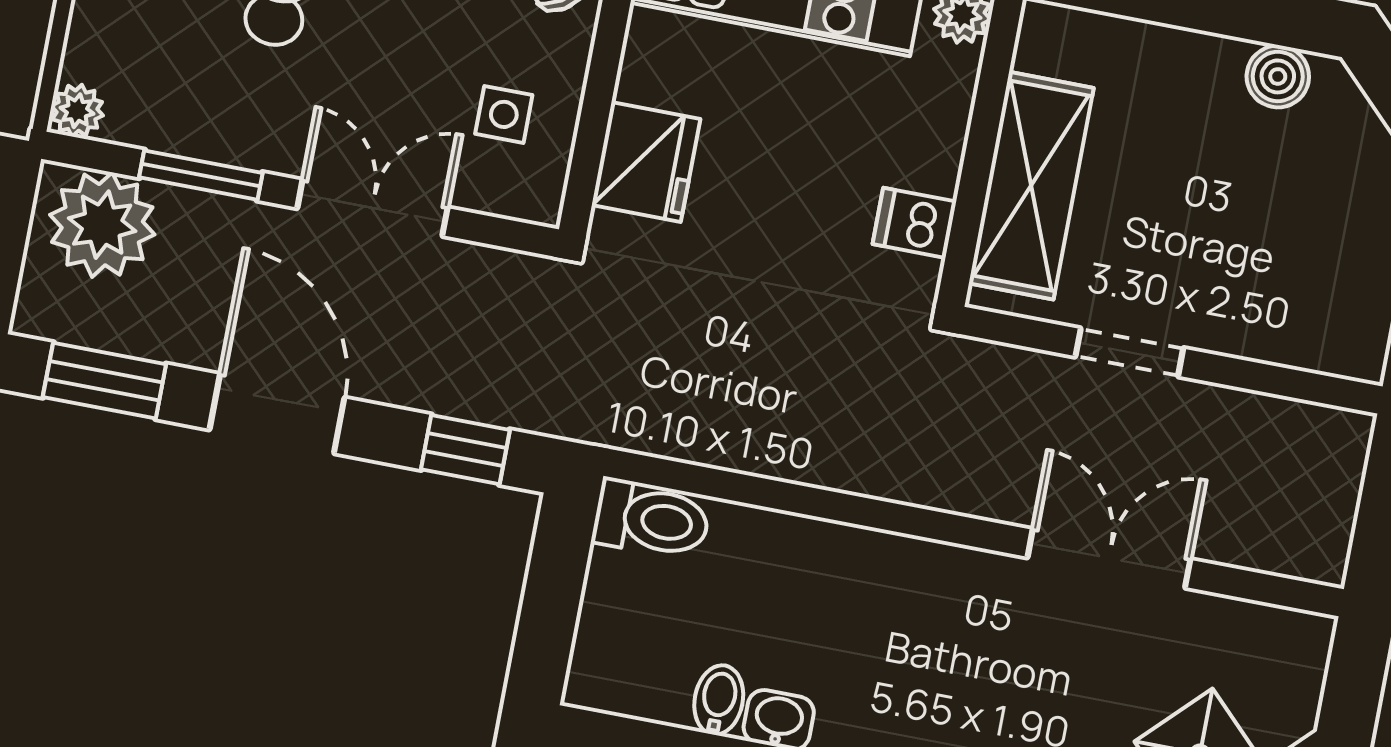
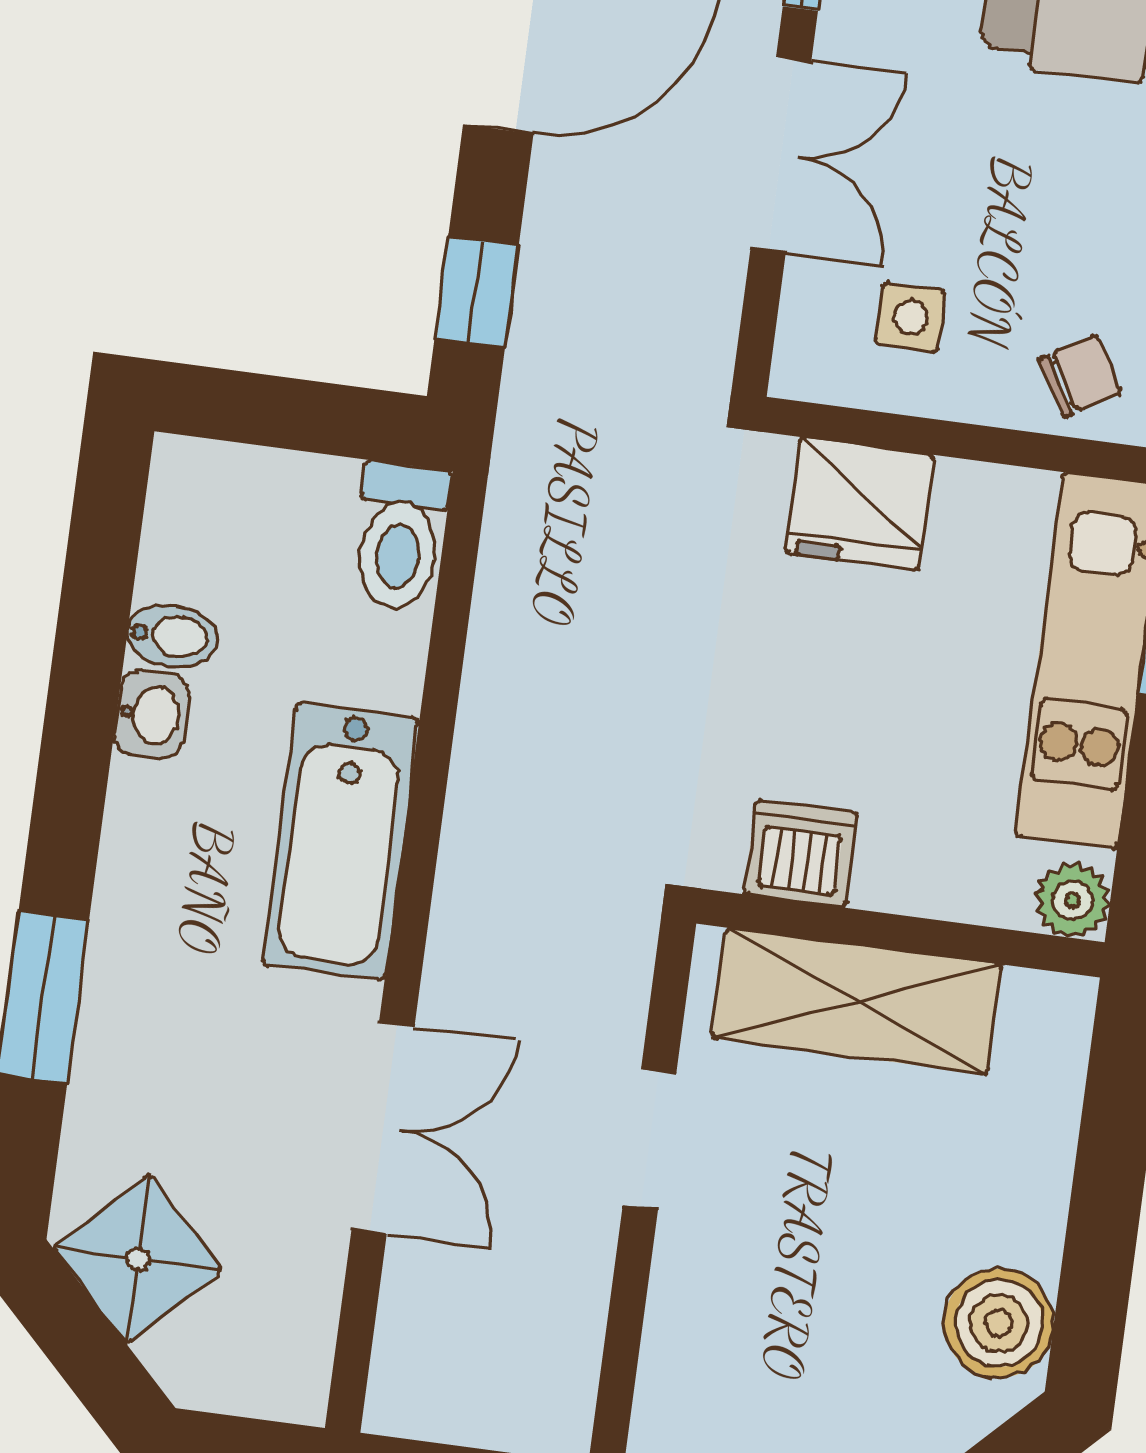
boiler: (1278, 76) -> (999, 1323), width x1.36, depth x1.36
dishwasher: (914, 223) -> (801, 853), width x1.38
bathtub: (885, 579) -> (341, 841), added

